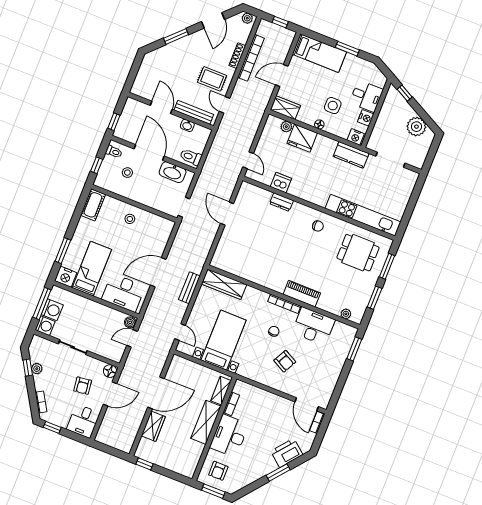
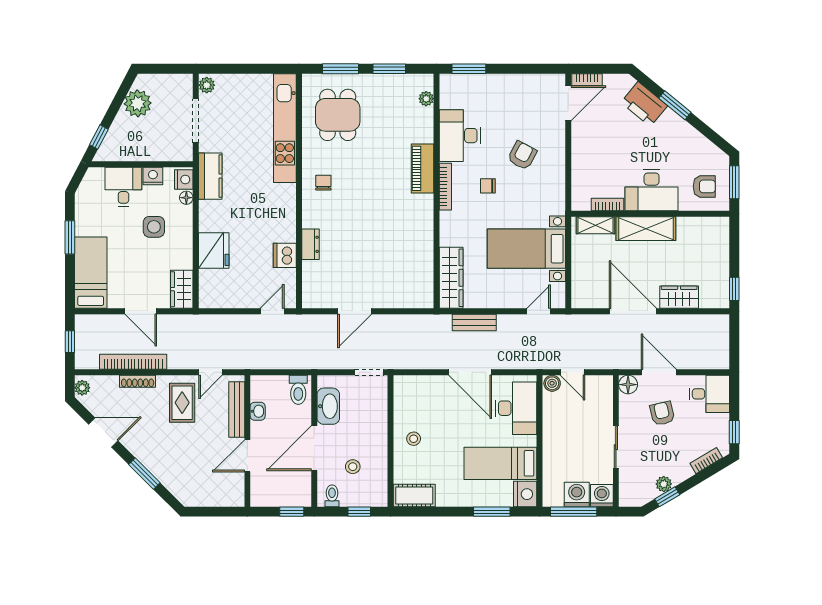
floor lamp: (319, 124) -> (186, 198), moved
plant: (286, 127) -> (207, 85), moved
armchair: (83, 386) -> (662, 413), turned -96

